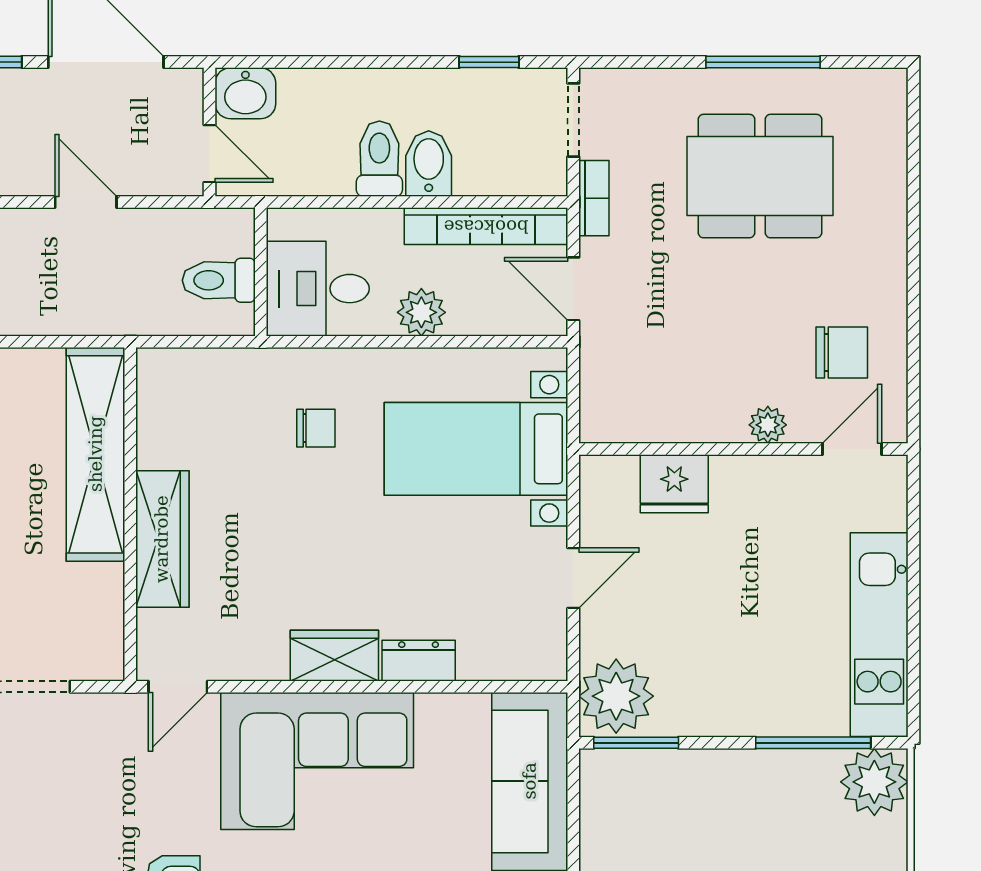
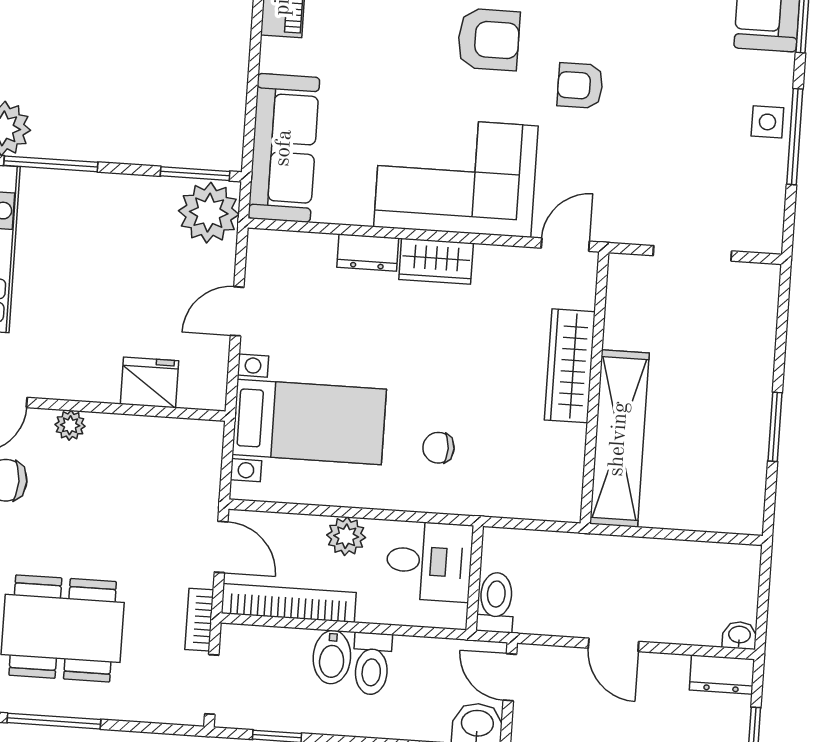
toilet: (219, 280) -> (496, 602), moved, turned -90

